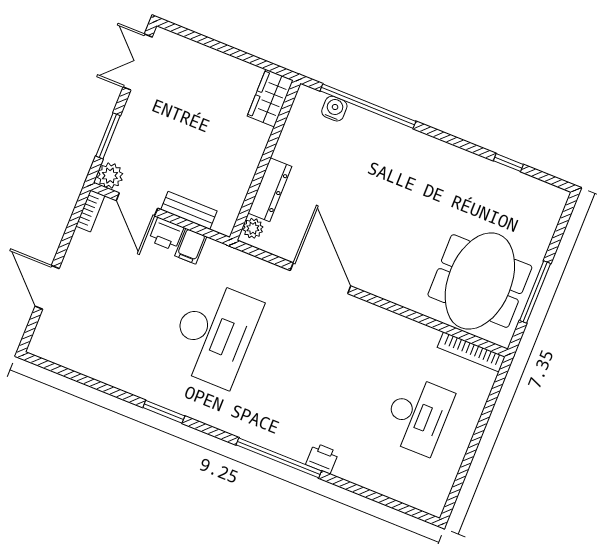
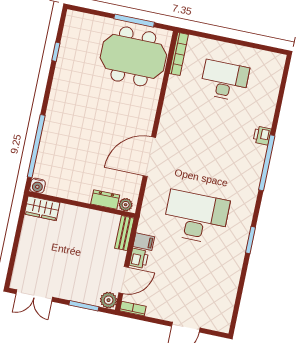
water cooler: (334, 109) -> (38, 186), moved, turned -90
dresser: (270, 190) -> (105, 199), width x0.70
bench: (189, 210) -> (124, 233), moved

